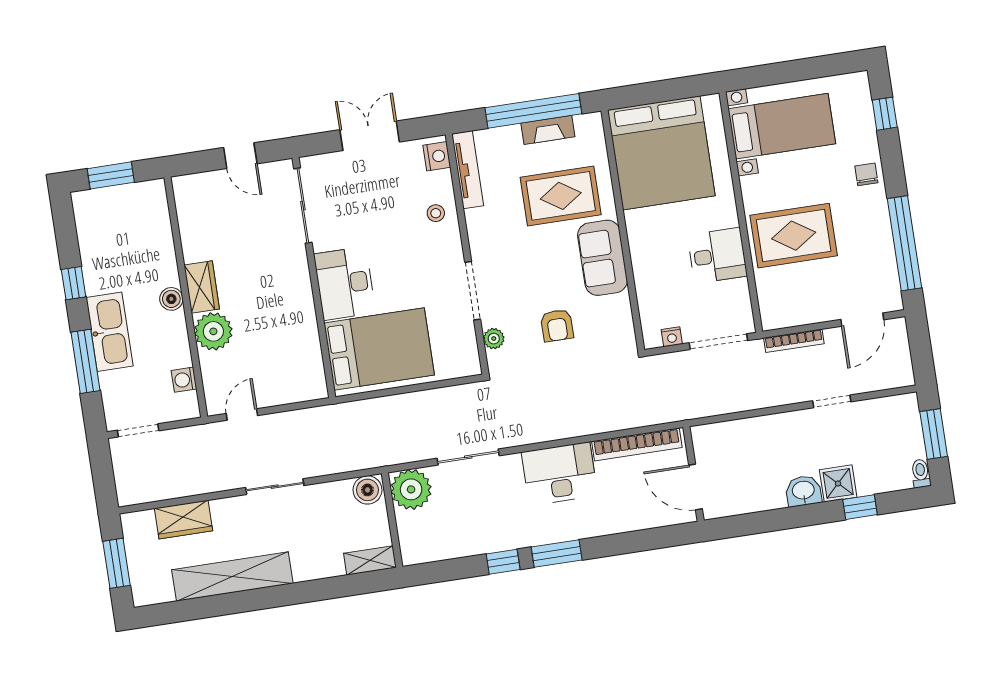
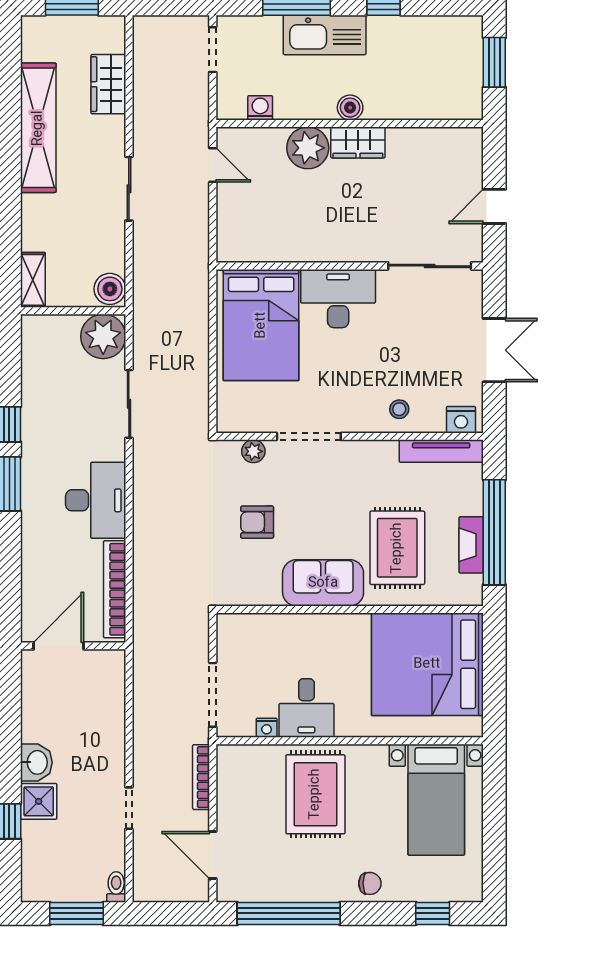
nightstand: (672, 337) -> (267, 728), moved, turned -90
toilet: (921, 473) -> (116, 887), moved, turned -90

